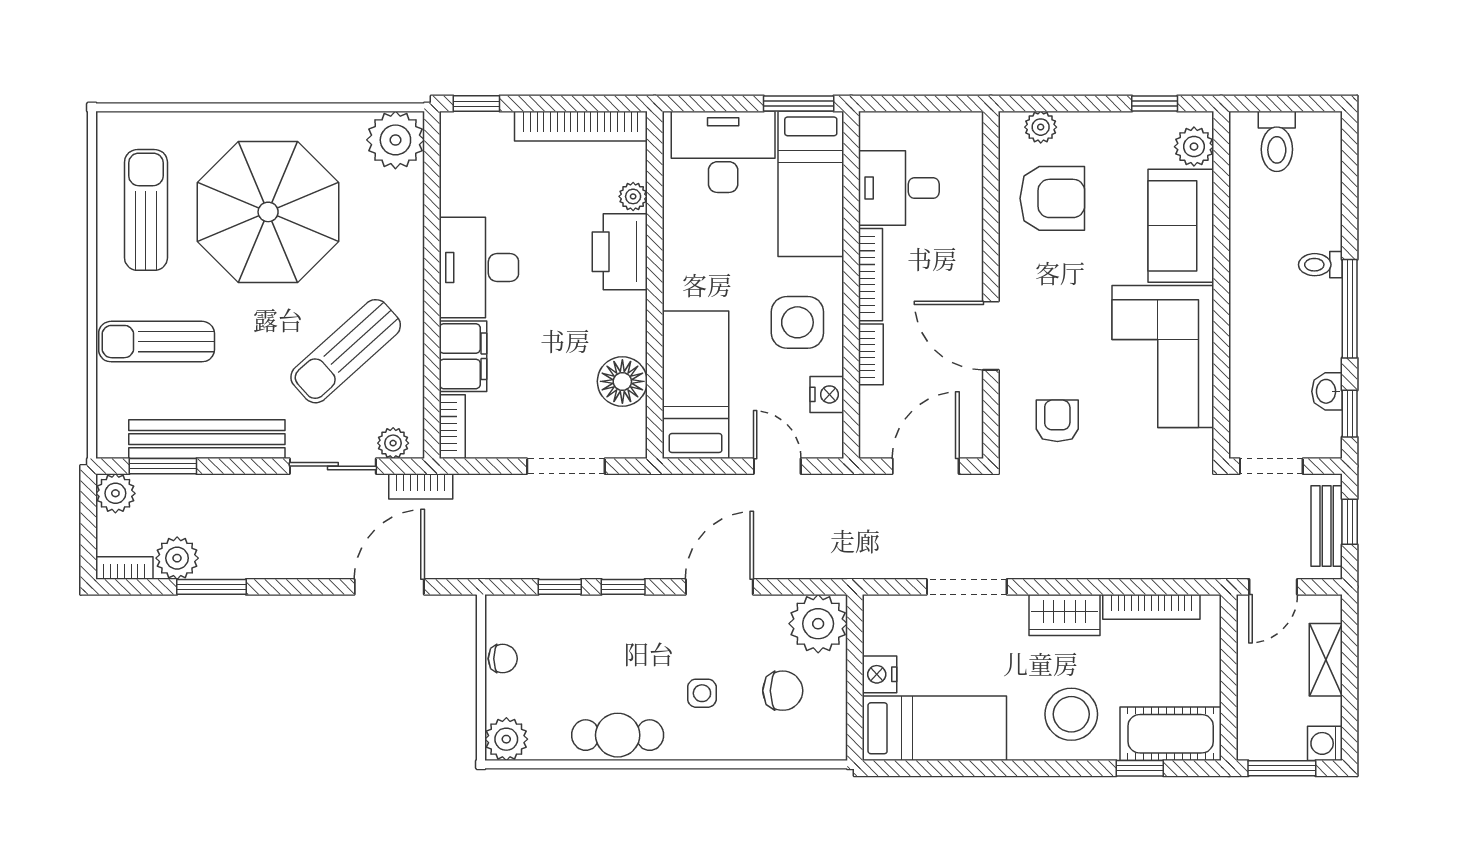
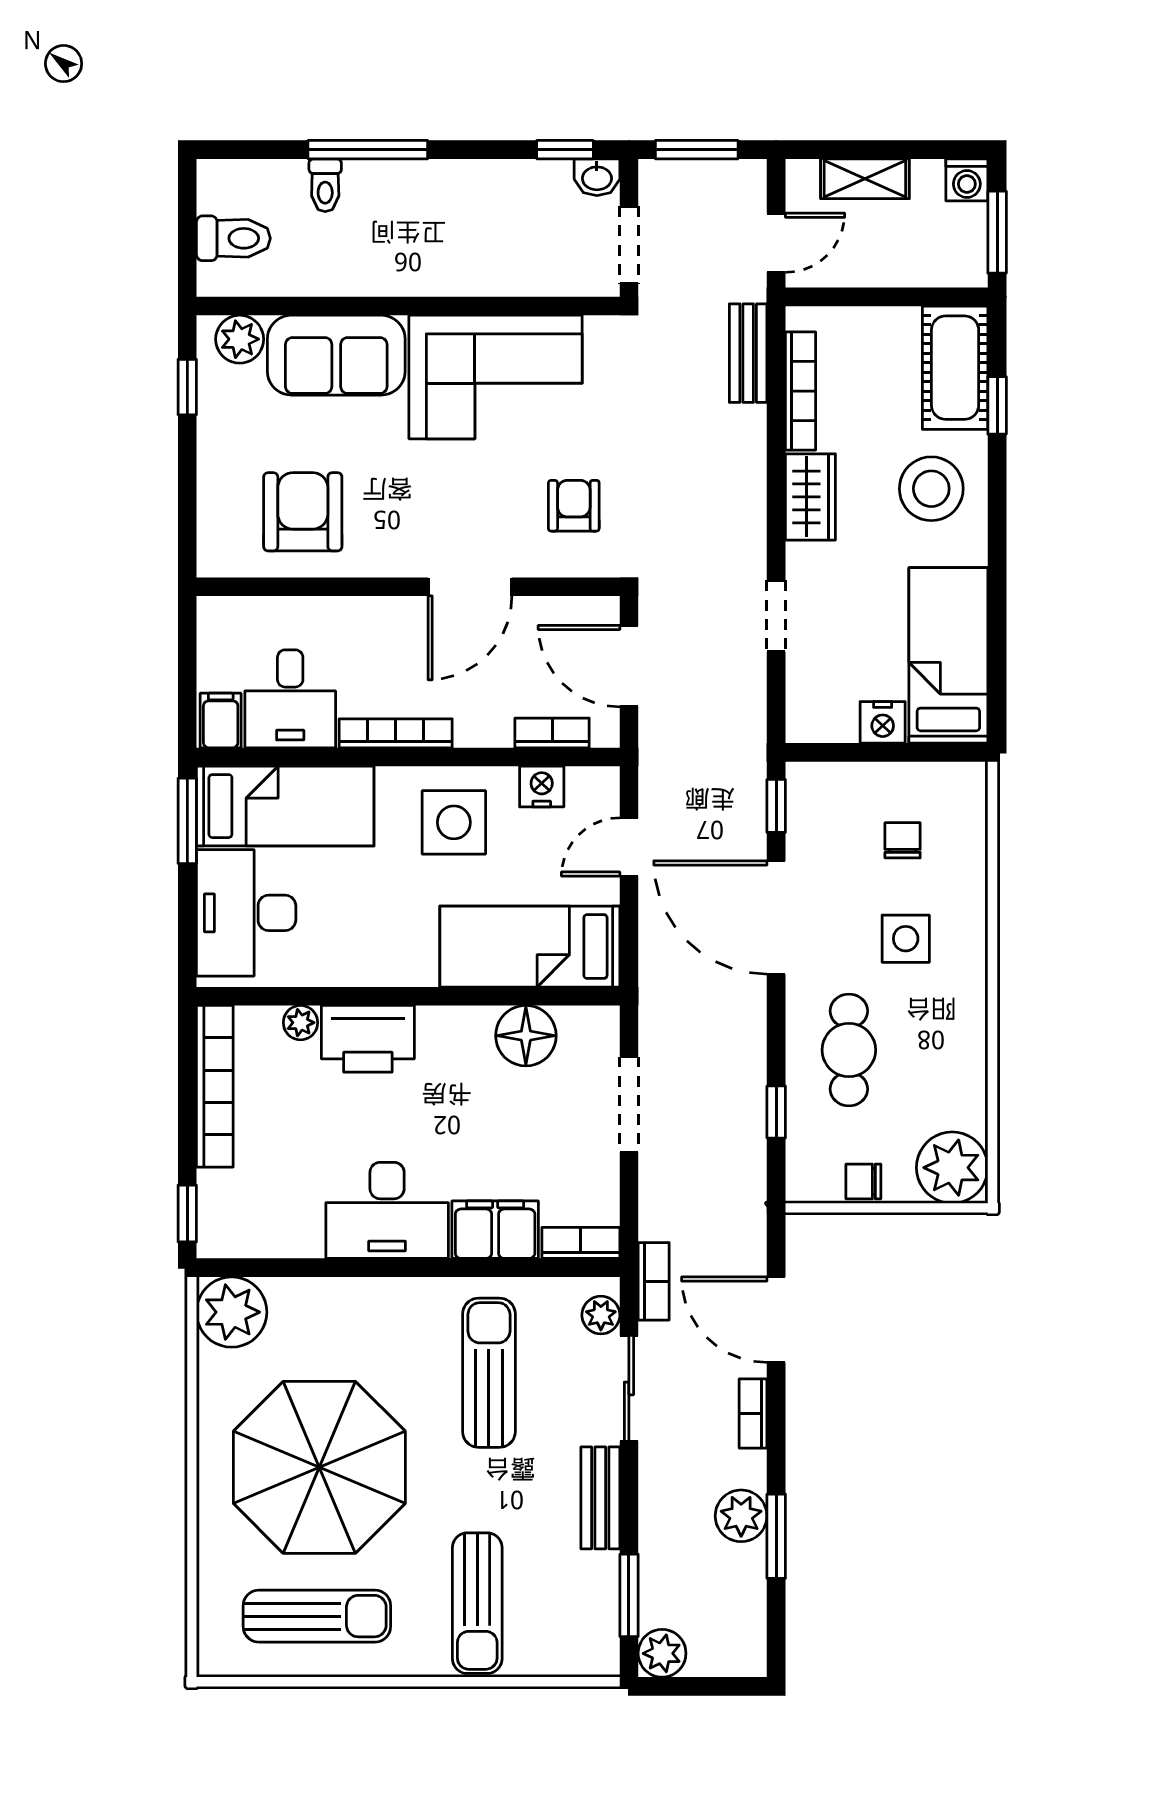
plant: (1041, 127) -> (216, 526), removed
filing cabinet: (881, 131) -> (221, 720), added
sun lounger: (146, 210) -> (317, 1616), turned 180
toilet: (1320, 265) -> (325, 185), moved
window: (1350, 309) -> (368, 150), moved
sun lounger: (346, 351) -> (489, 1373), turned -138
bookcase: (871, 354) -> (552, 733), moved
washbasin: (1327, 391) -> (597, 177), moved
armchair: (1057, 421) -> (574, 506), turned 90
bench: (207, 439) -> (600, 1498), width x0.54, depth x0.82
window: (1350, 522) -> (697, 150), width x1.50
bench: (1327, 526) -> (748, 353), moved, turned 90
plant: (177, 558) -> (741, 1516), moved
bookcase: (124, 568) -> (753, 1413), moved
window: (623, 587) -> (776, 806), moved
door: (719, 587) -> (776, 917), width x1.36
doorway: (967, 587) -> (776, 616), width x0.73
door: (1273, 587) -> (776, 243), hinge flipped
plant: (818, 624) -> (821, 797), removed
chair: (503, 659) -> (863, 1181), turned -90
chair: (783, 691) -> (903, 840), width x0.73, depth x0.73
side table: (702, 693) -> (906, 939), width x1.37, depth x1.37
cafe table: (618, 735) -> (849, 1050), moved
plant: (506, 739) -> (952, 1168), width x1.36, depth x1.36

